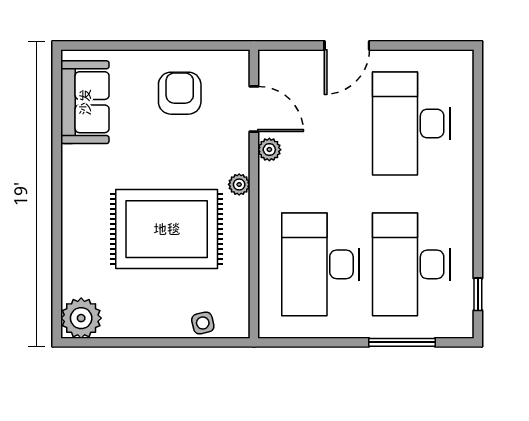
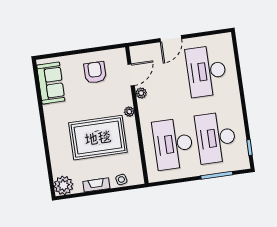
door: (254, 109) -> (131, 75), hinge flipped
fireplace: (149, 327) -> (96, 185), added

